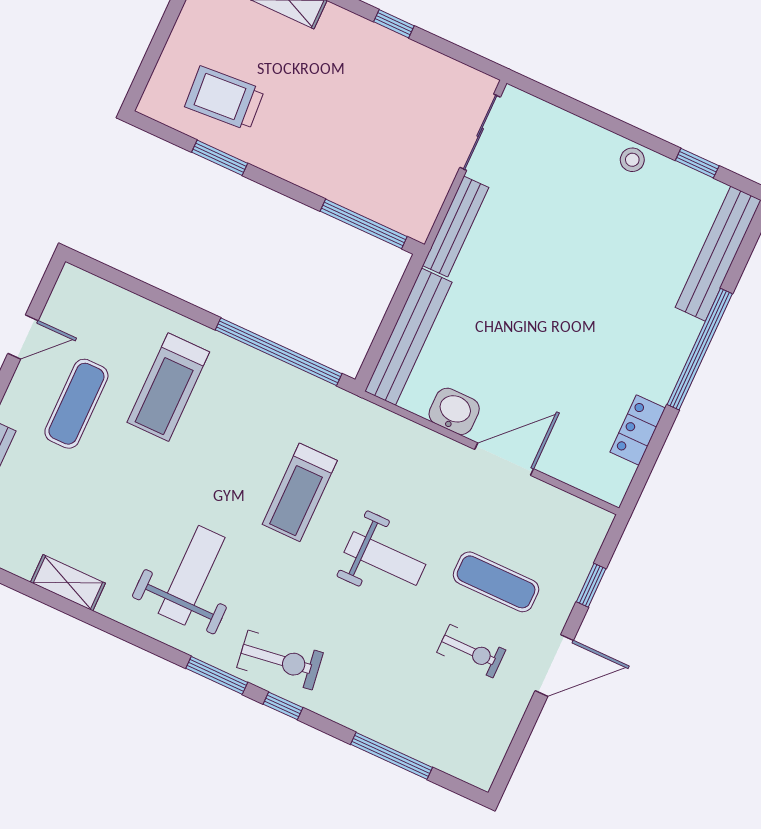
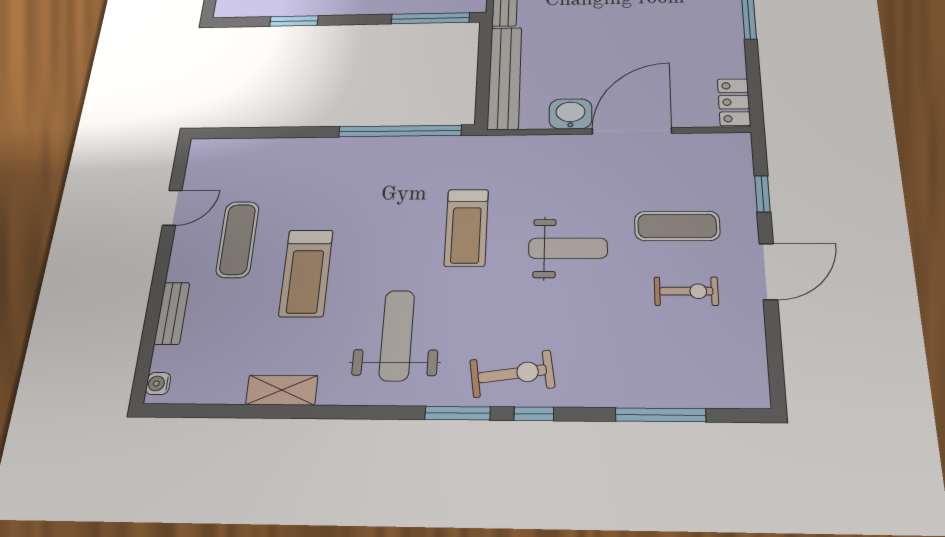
treadmill: (168, 387) -> (306, 273), moved
locker: (638, 430) -> (734, 102), moved
door: (504, 459) -> (632, 131), width x1.36

